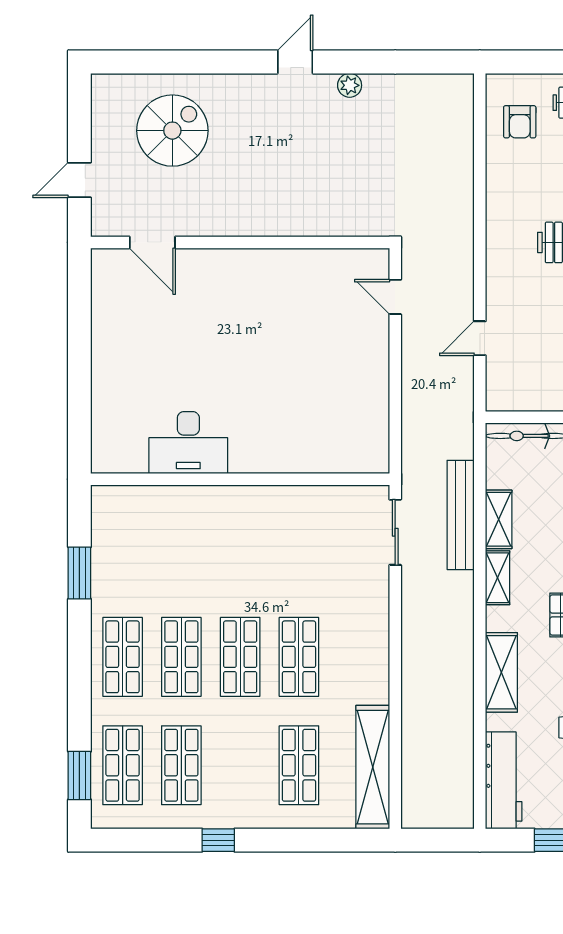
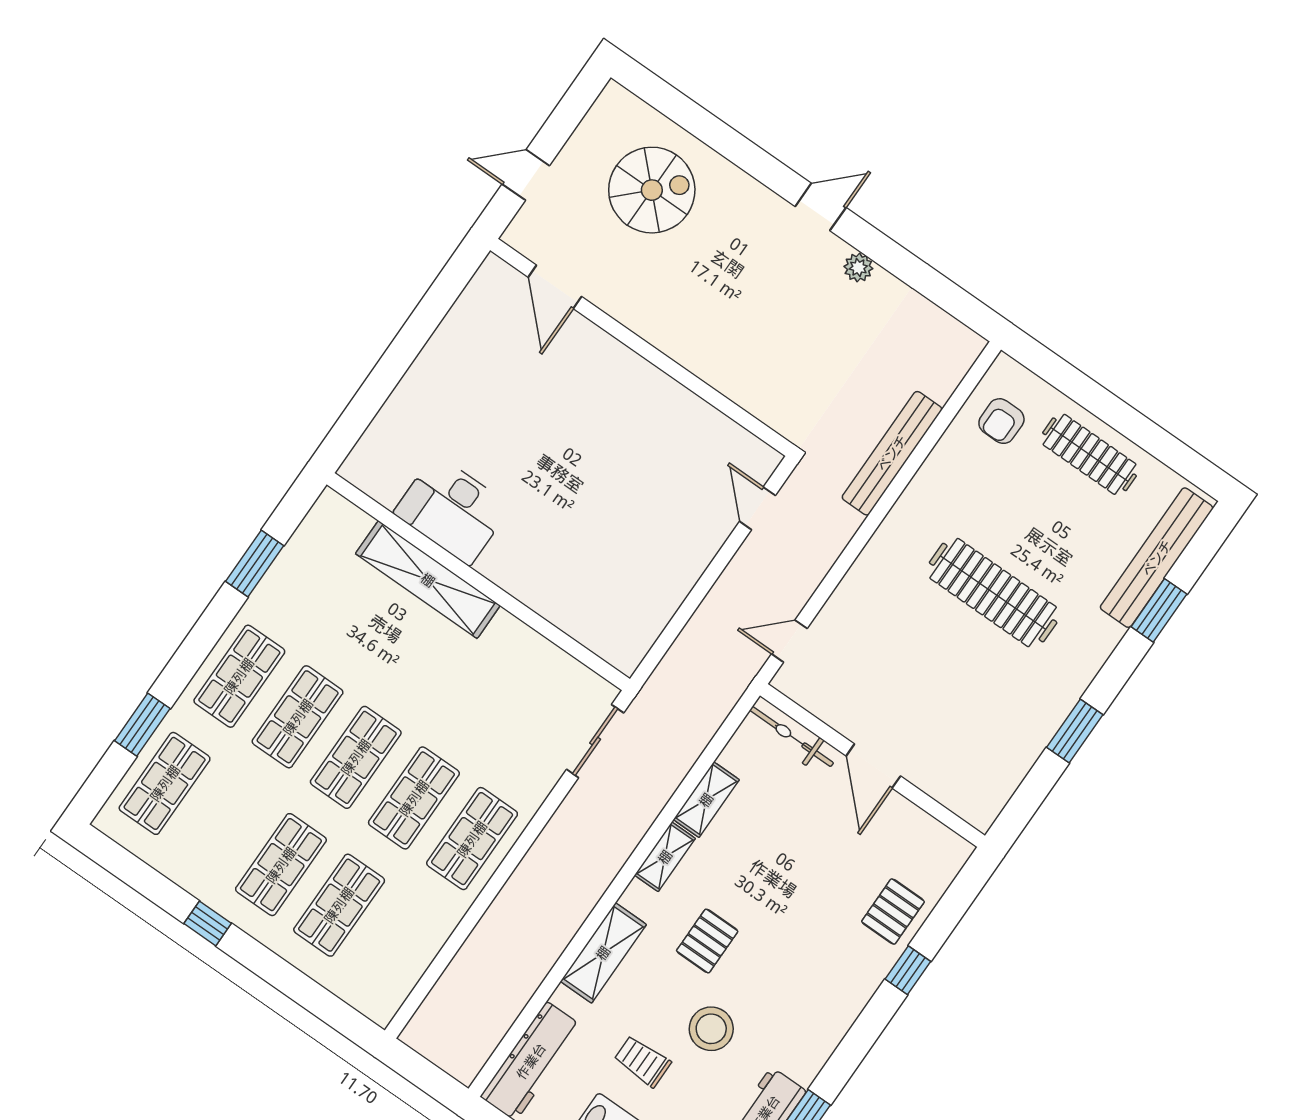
door: (480, 338) -> (789, 641), moved
bench: (461, 515) -> (892, 453), moved
shop shelf: (358, 657) -> (472, 839), added
shop shelf: (181, 765) -> (281, 865), moved
shelving: (373, 767) -> (428, 580), moved, turned 90
window: (79, 776) -> (142, 725), moved

